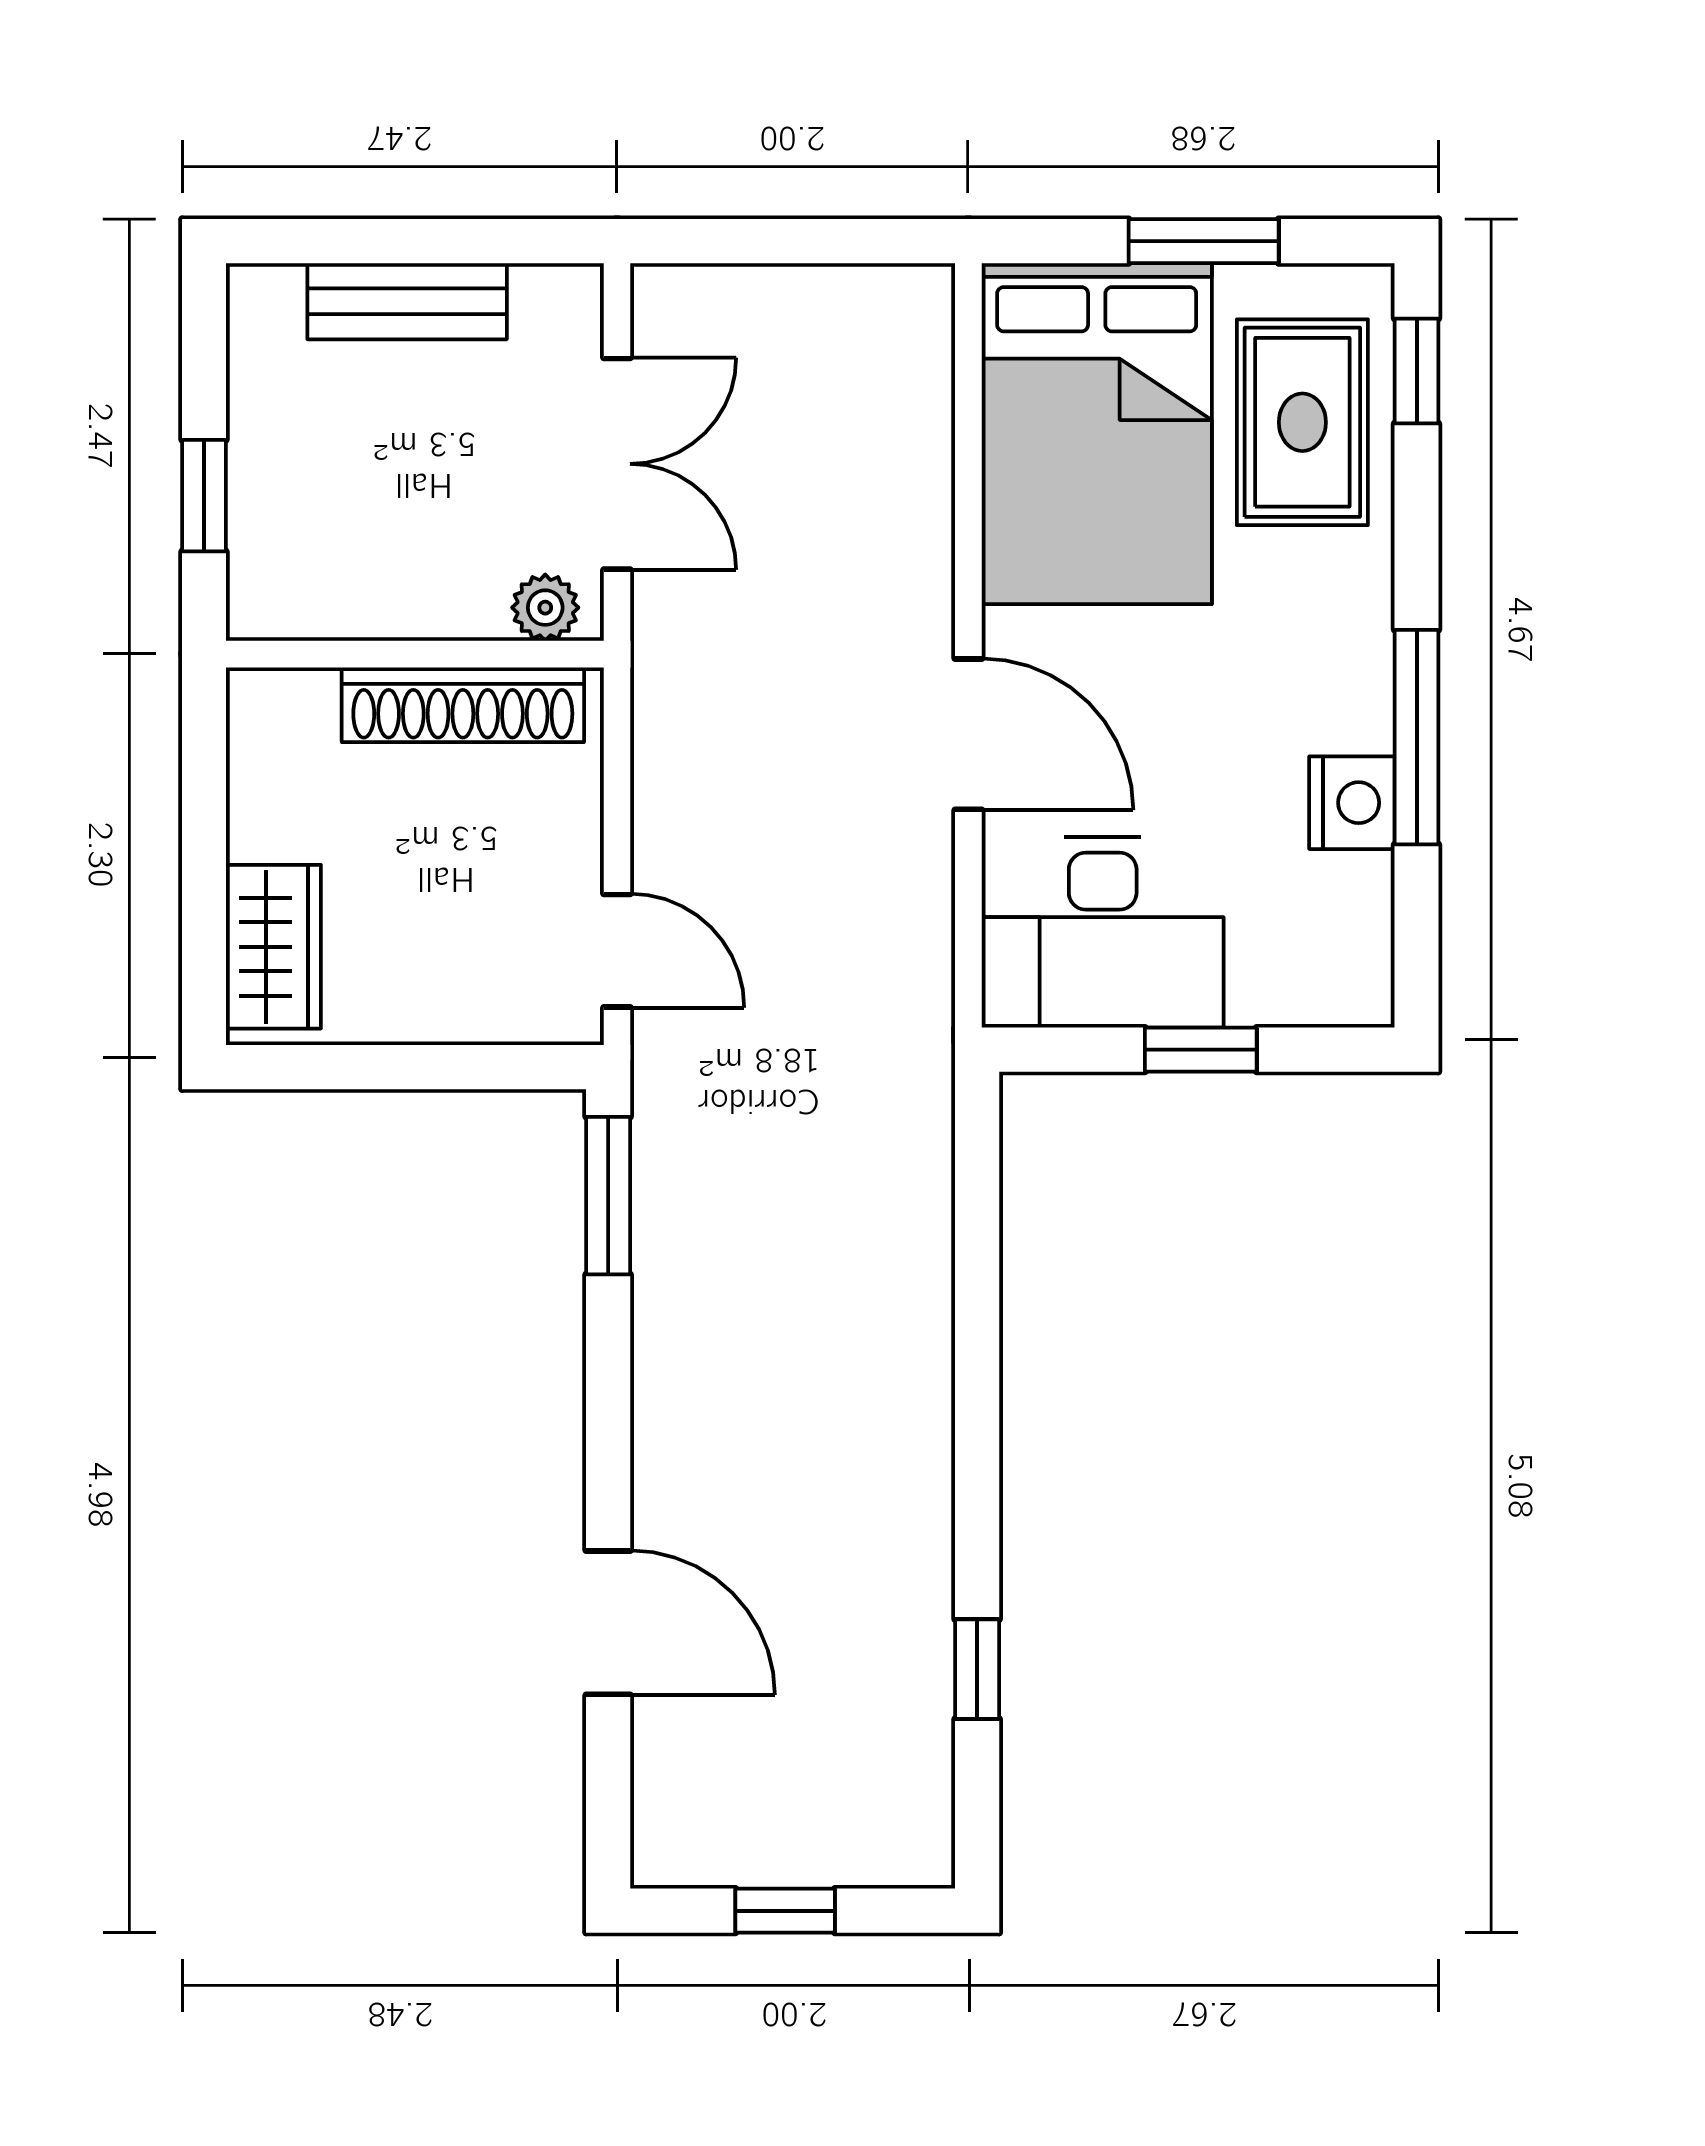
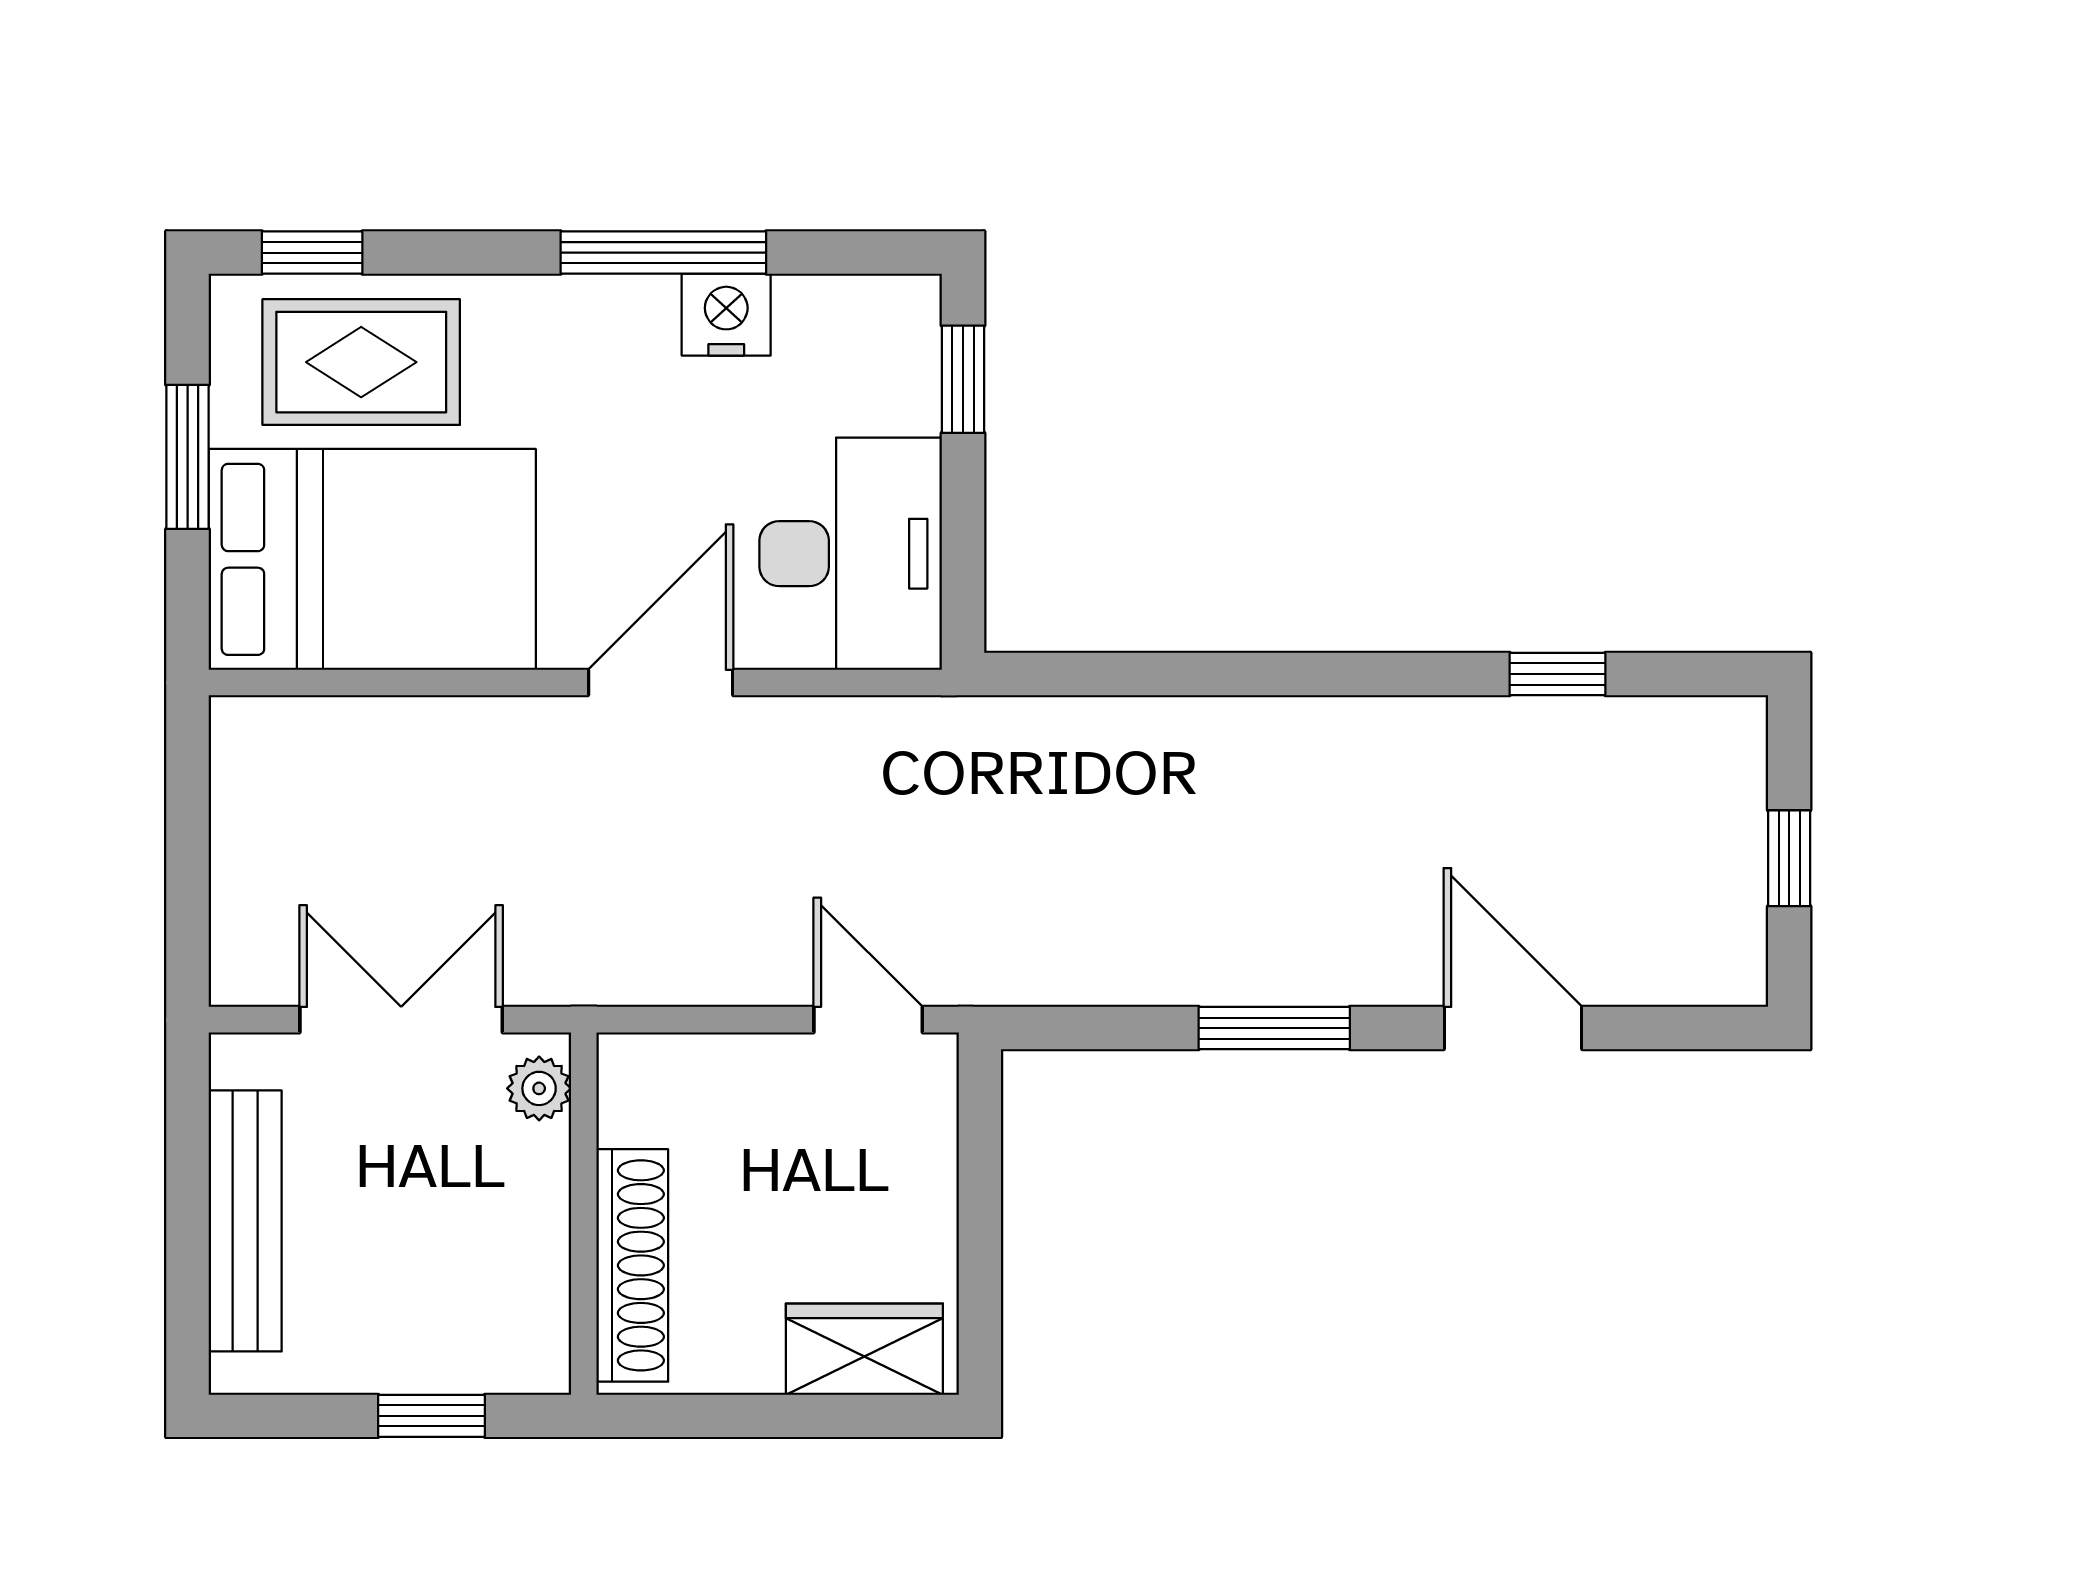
bench: (407, 301) -> (245, 1221), width x1.36
shoe rack: (463, 705) -> (632, 1265), moved
door: (617, 951) -> (868, 1020), hinge flipped
window: (1201, 1050) -> (963, 379), moved
window: (608, 1196) -> (1274, 1028), moved
door: (608, 1623) -> (1513, 1028), hinge flipped

